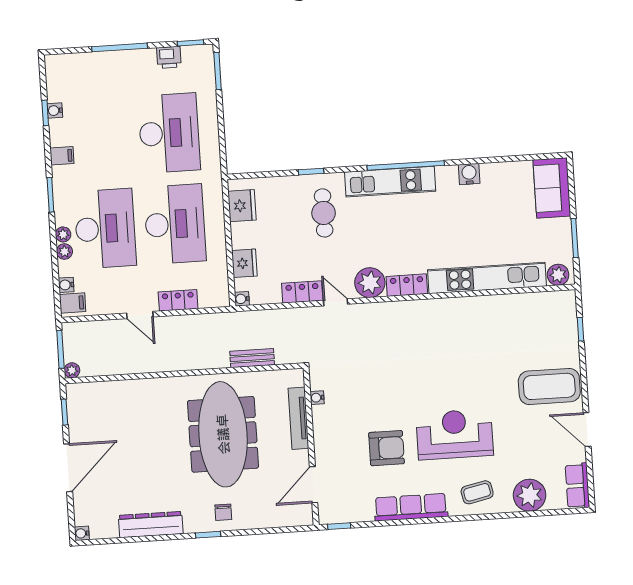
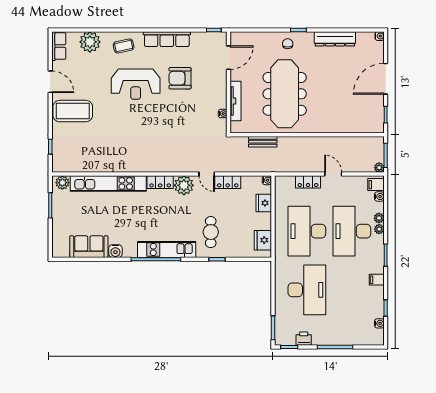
water cooler: (55, 111) -> (379, 323), moved
desk: (169, 133) -> (307, 290), turned 180
sofa: (552, 188) -> (89, 247), moved, turned -90
plant: (72, 370) -> (379, 168), moved

